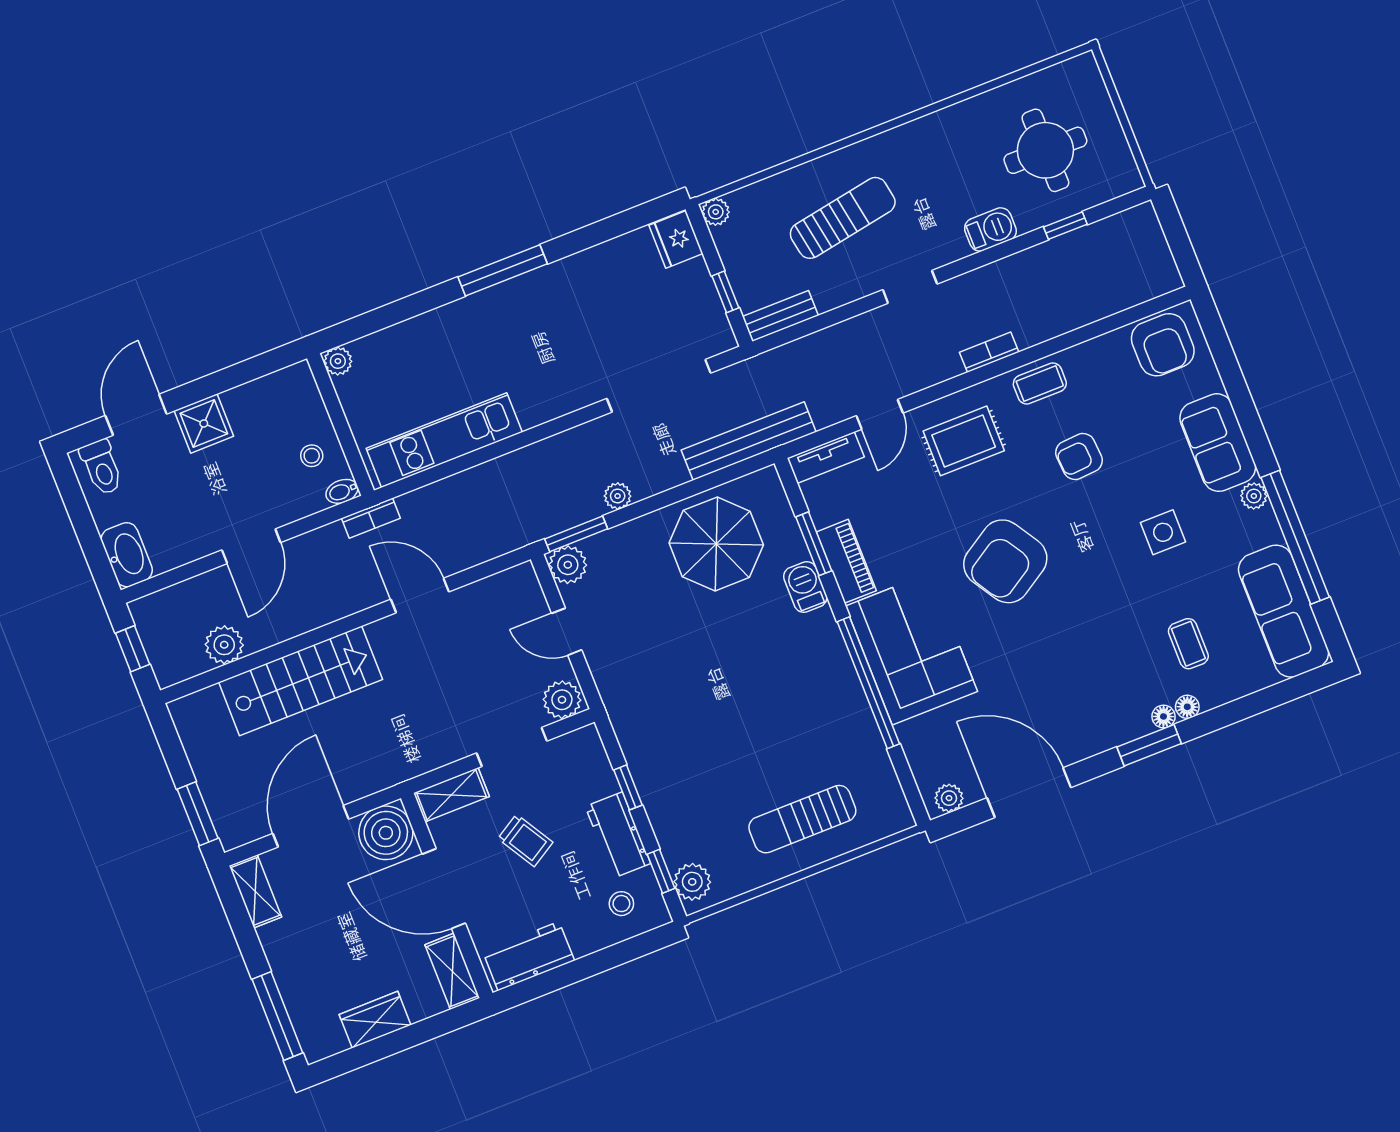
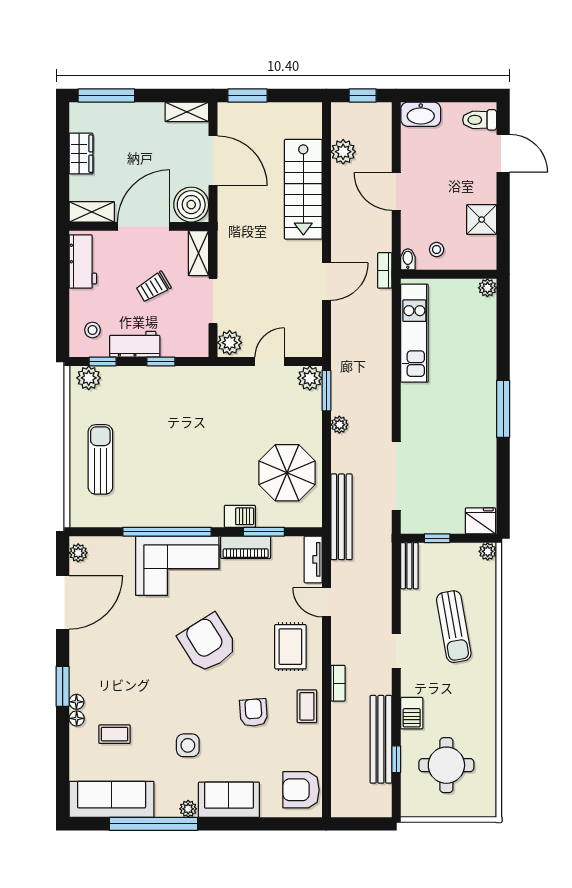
bench: (1045, 259) -> (381, 739), added
shower: (204, 423) -> (482, 219), moved

